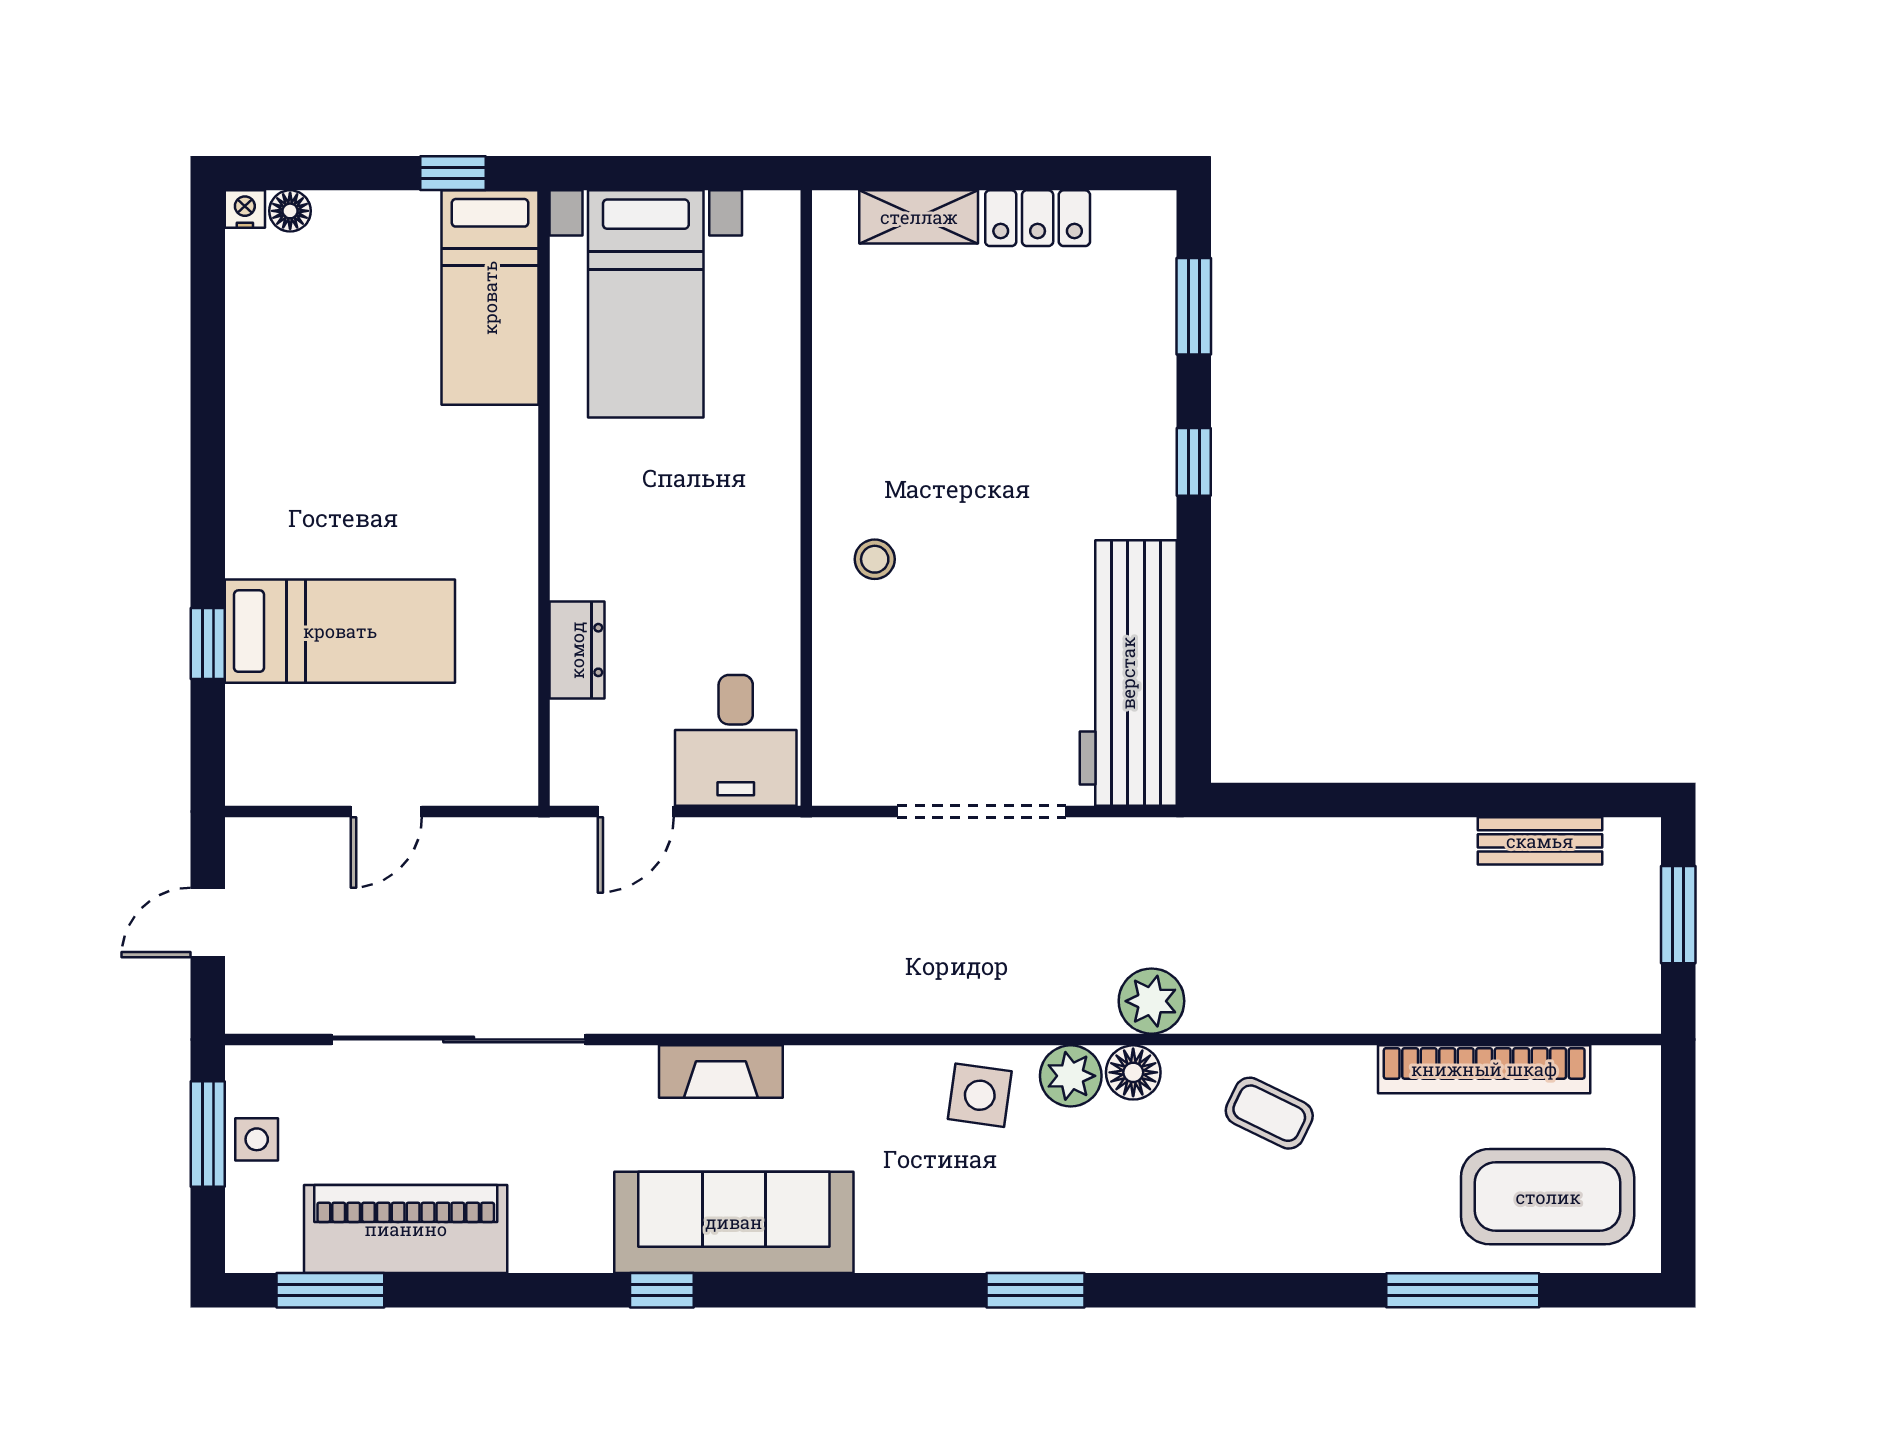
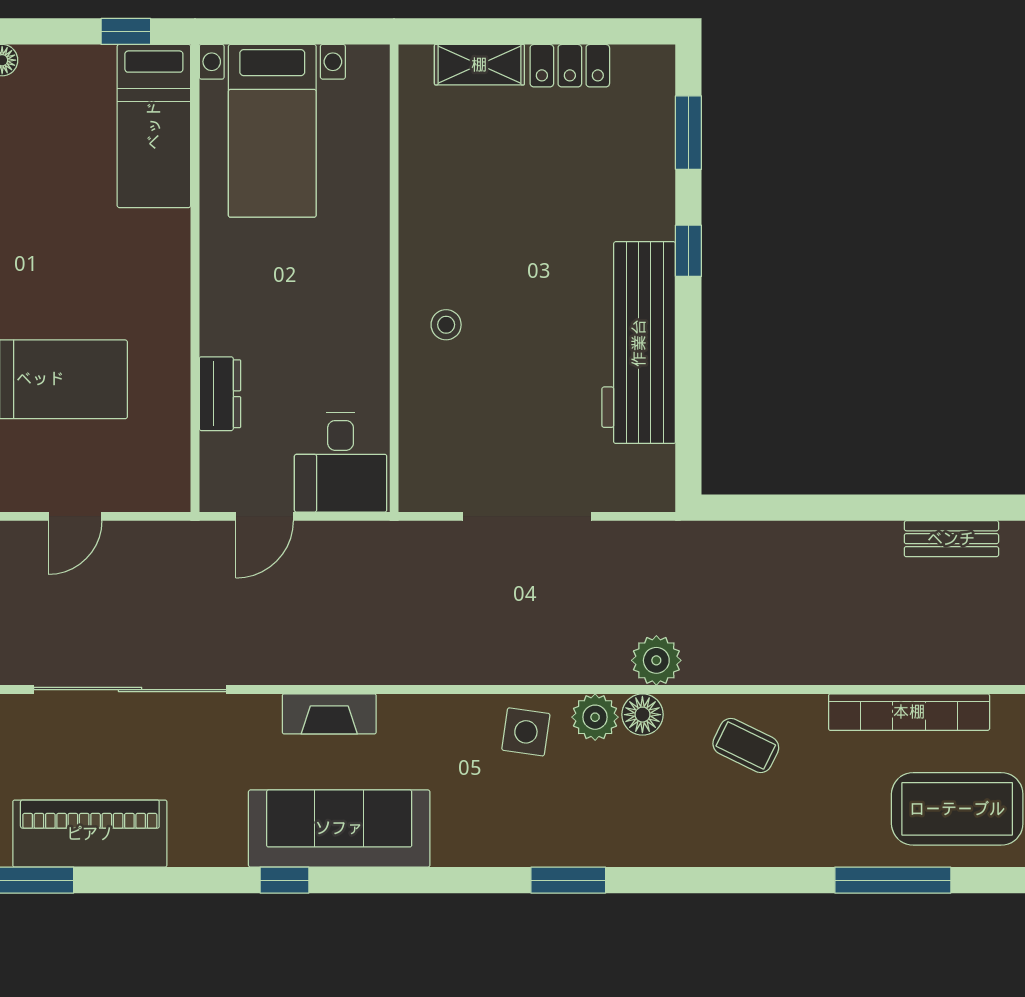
workbench: (1128, 673) -> (639, 343), moved

